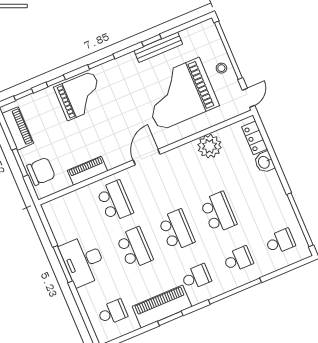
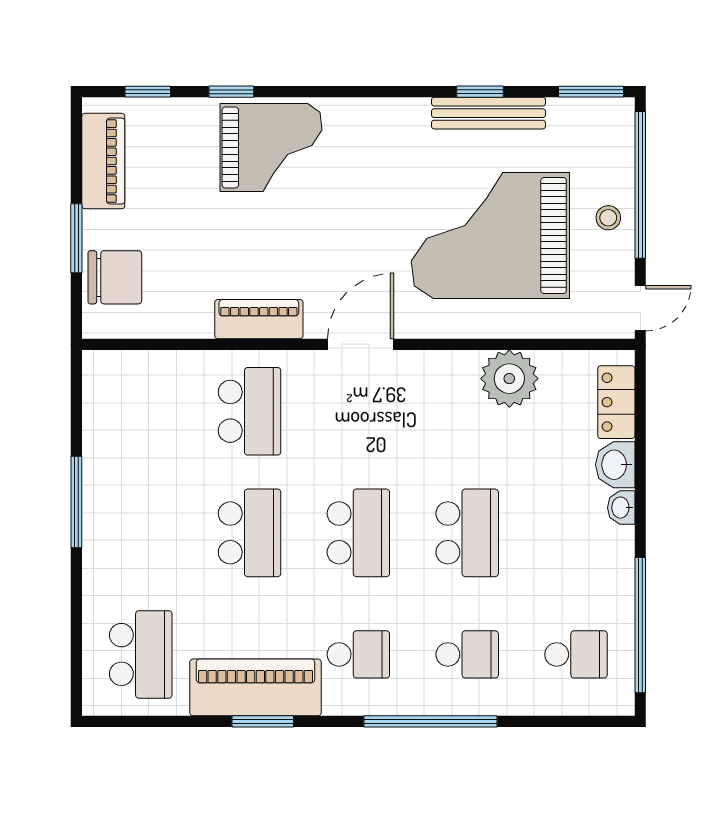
window: (101, 62) -> (591, 92), moved
piano: (87, 171) -> (259, 319), moved
washbasin: (274, 178) -> (621, 508), added
desk: (83, 261) -> (125, 513), removed
school desk: (112, 312) -> (141, 654), width x1.85

